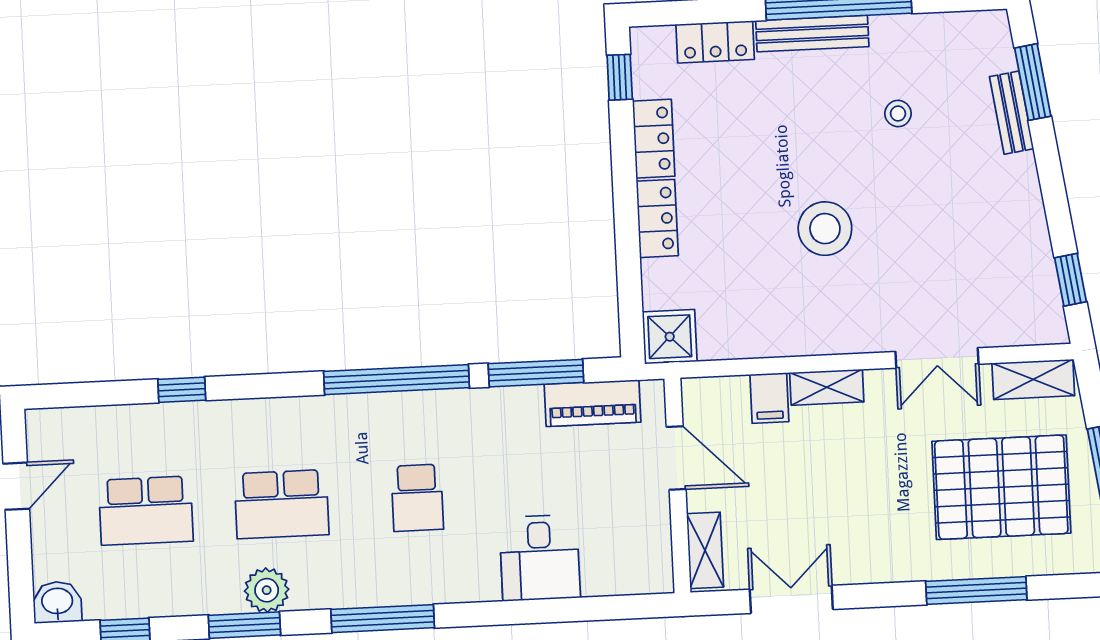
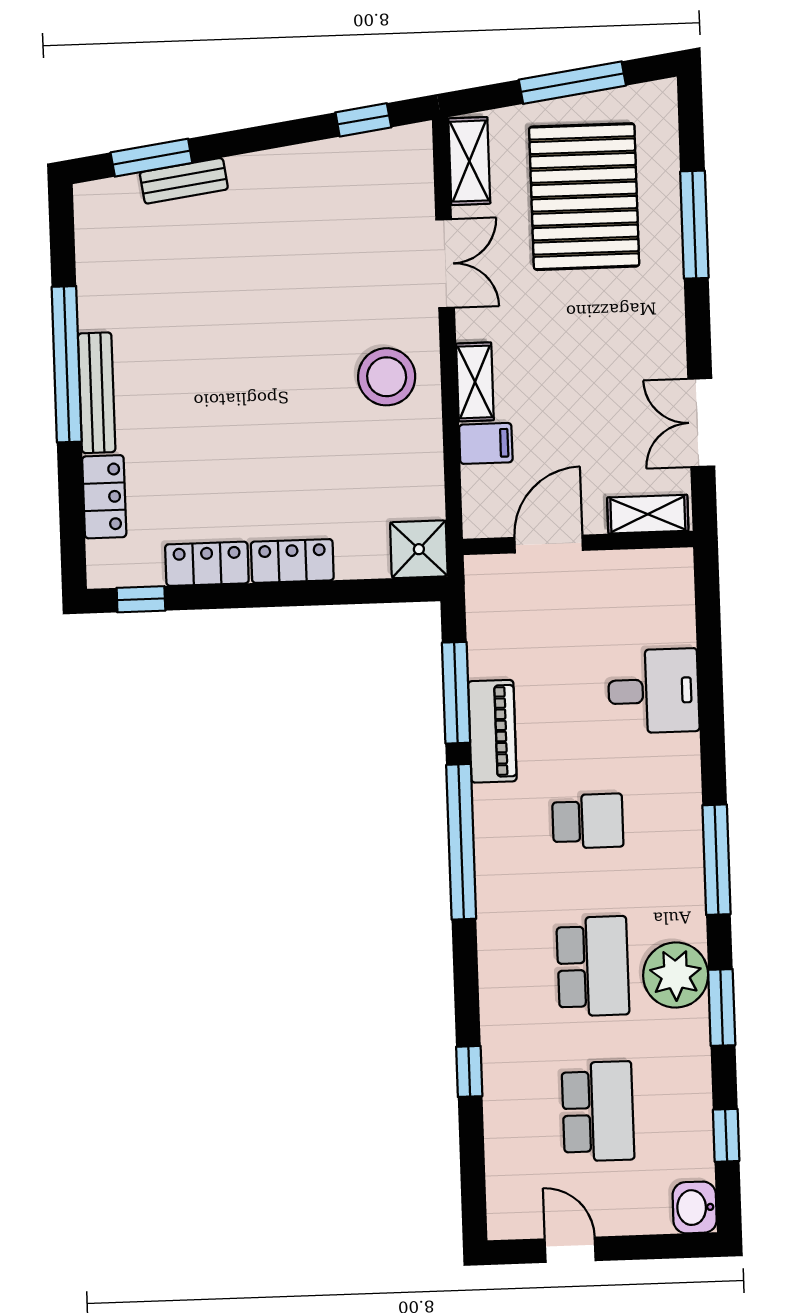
stool: (898, 114) -> (183, 302), removed
stool: (825, 229) -> (387, 377), moved
piano: (593, 403) -> (492, 731), moved
plant: (267, 590) -> (676, 975), width x1.36, depth x1.36

